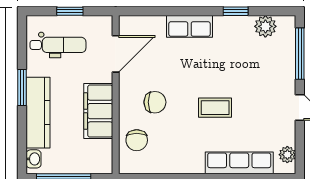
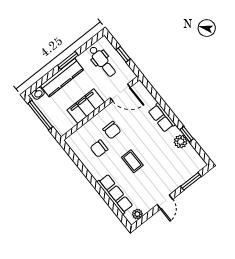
plant: (265, 26) -> (181, 142), moved
window: (300, 54) -> (191, 181), width x0.69
chair: (137, 140) -> (99, 149), moved

